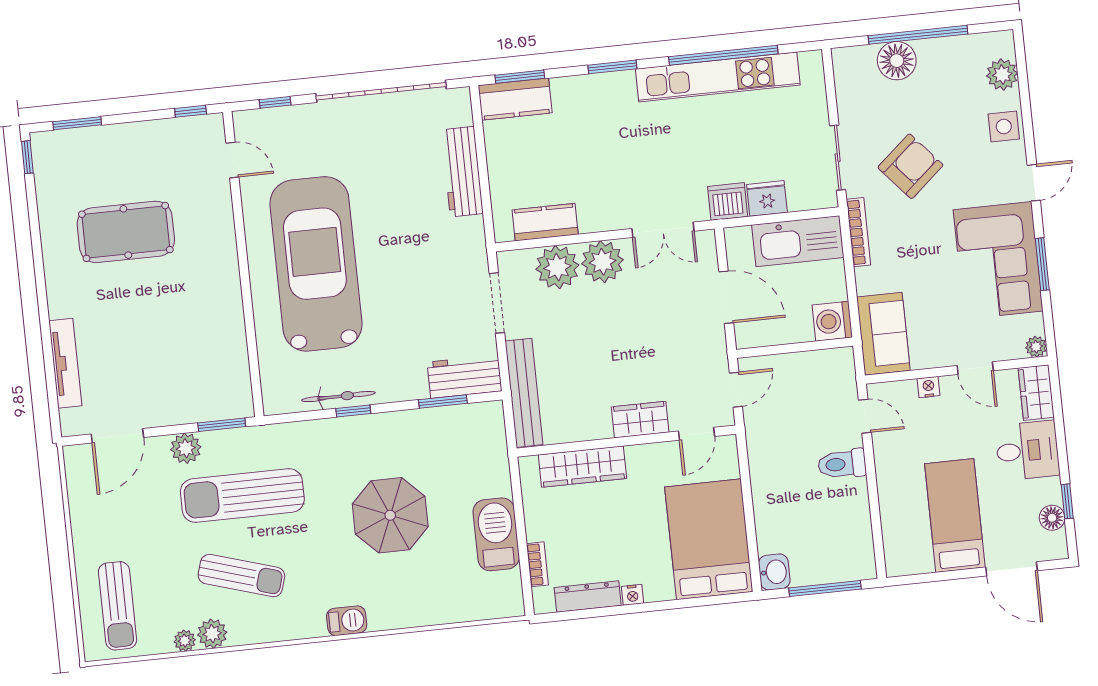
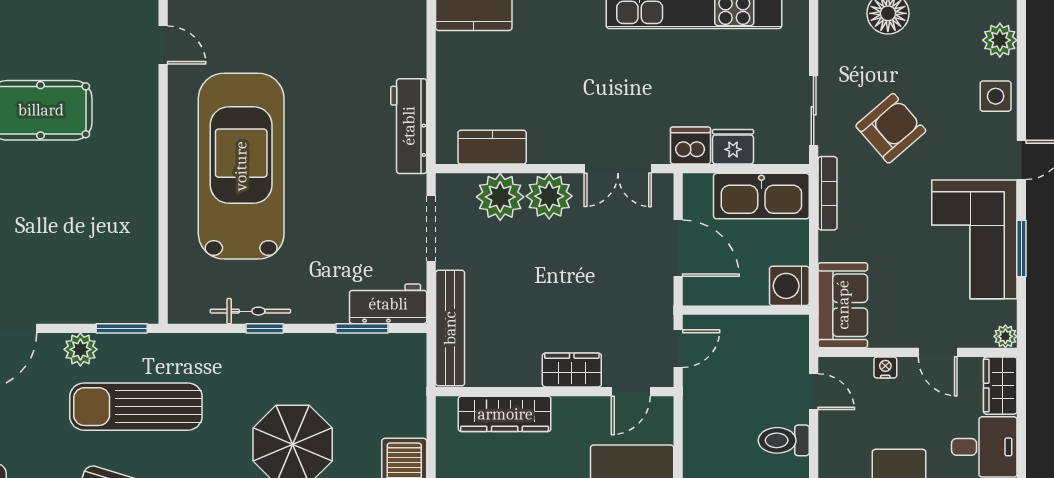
workbench: (462, 172) -> (409, 126), moved

